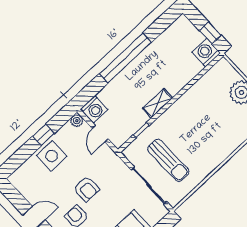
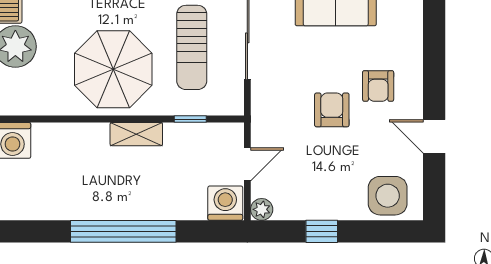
parasol: (192, 121) -> (113, 69), added
side table: (52, 156) -> (388, 196), moved
sun lounger: (168, 160) -> (192, 47), turned 180

